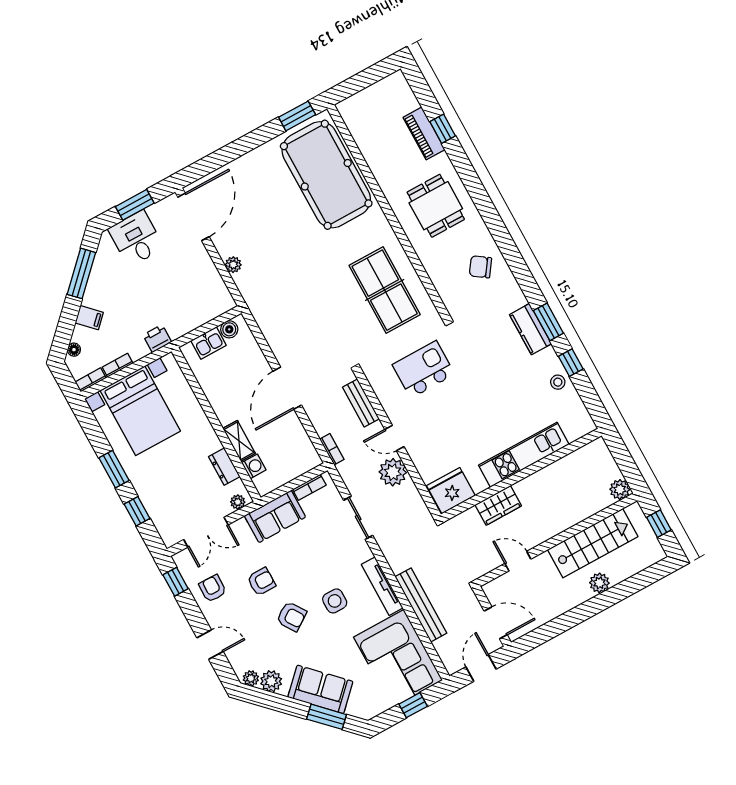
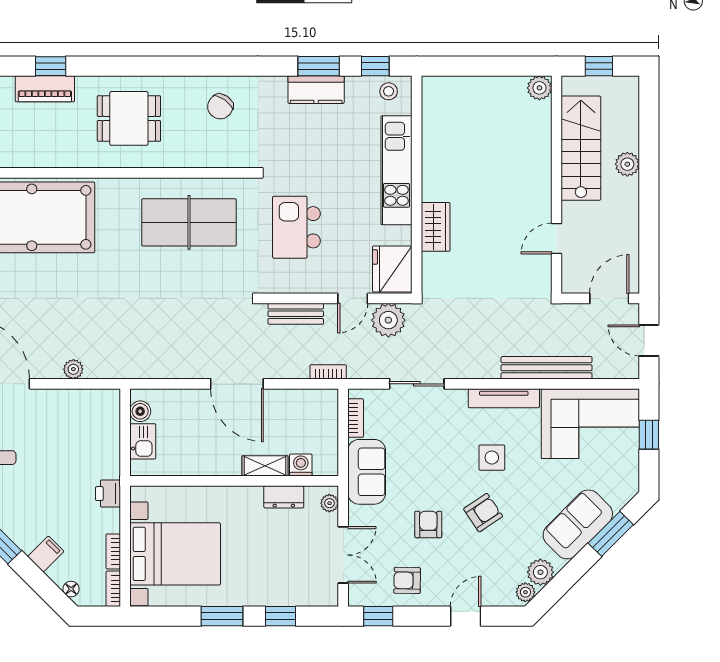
kitchen unit: (524, 455) -> (396, 170), moved
wall: (521, 475) -> (417, 185), moved
fridge: (451, 491) -> (392, 269), moved
wardrobe: (498, 505) -> (436, 227), moved

